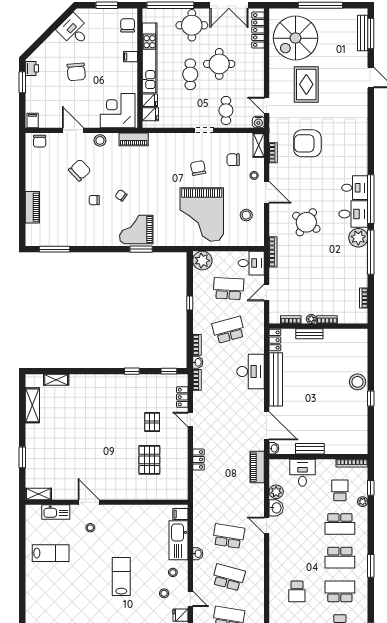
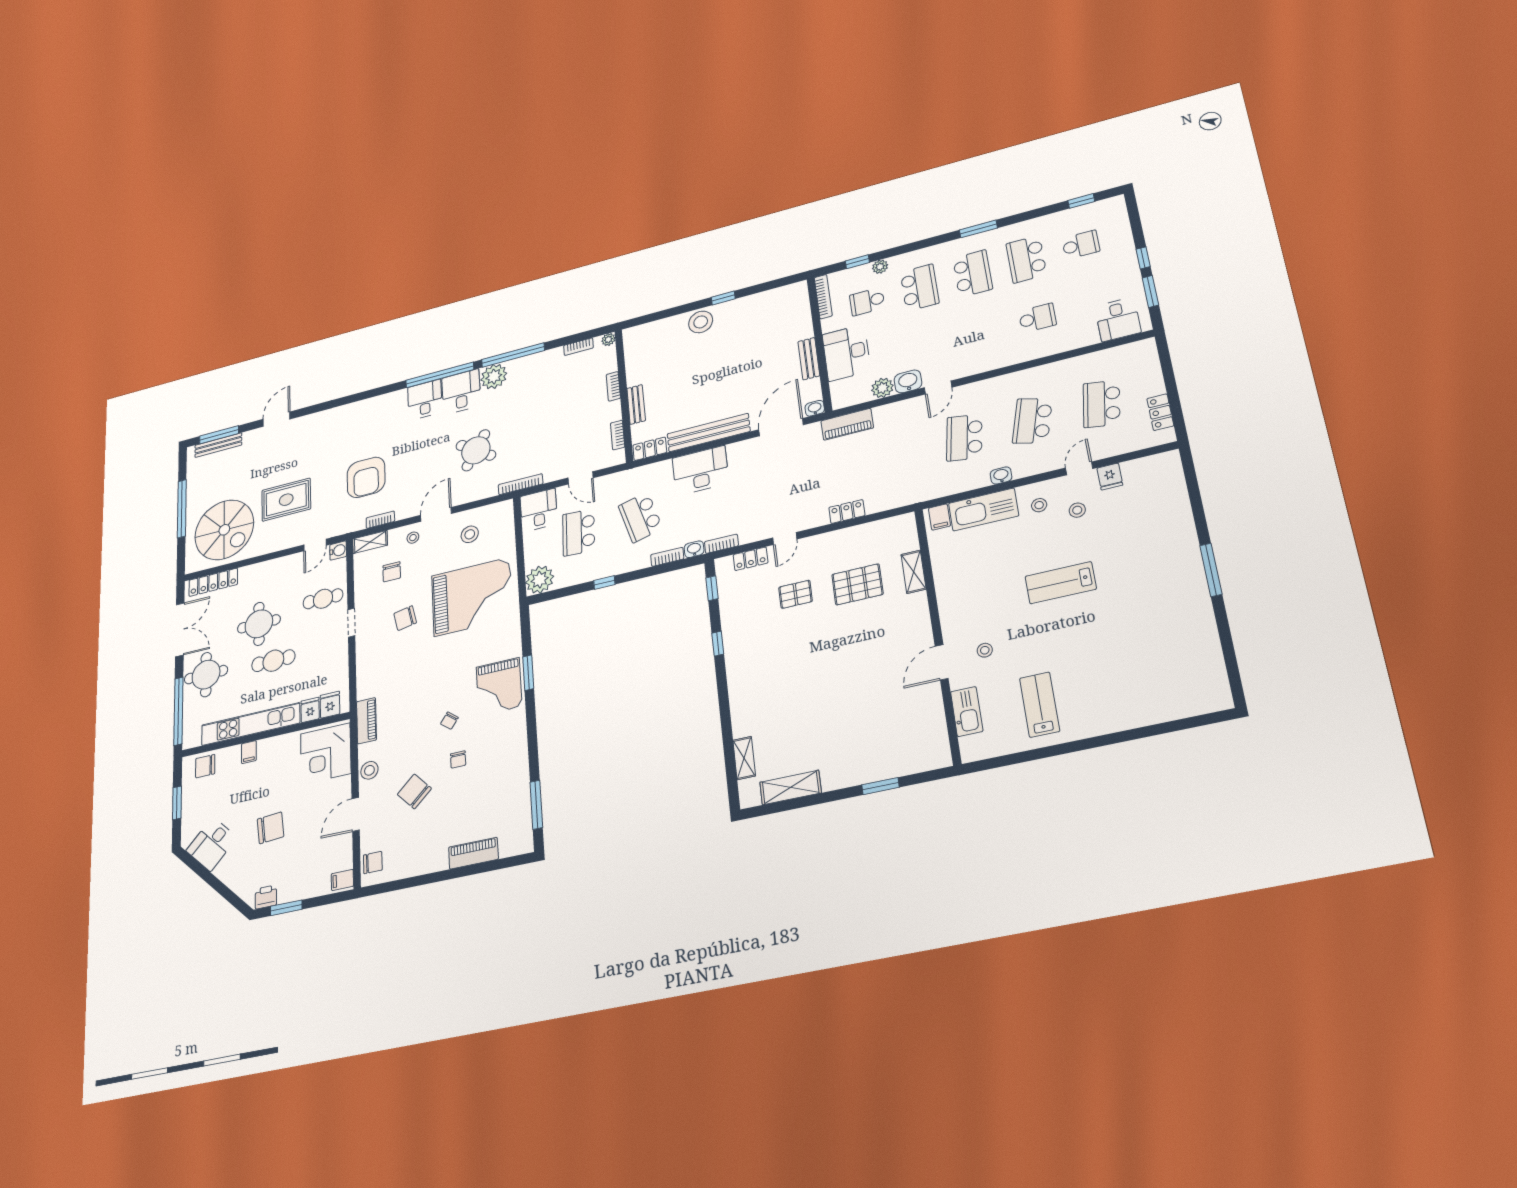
plant: (311, 319) -> (608, 339), moved
desk: (302, 473) -> (846, 353), width x1.37
shelving: (38, 494) -> (914, 572), moved

